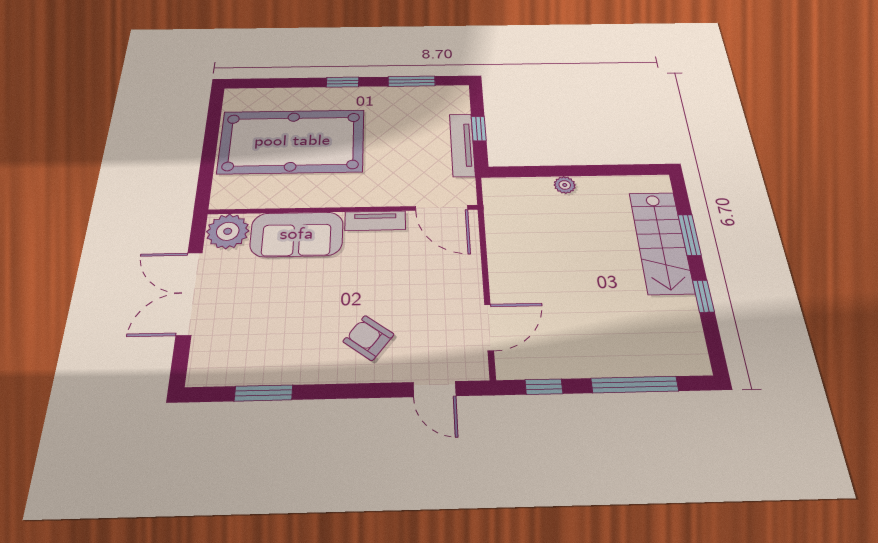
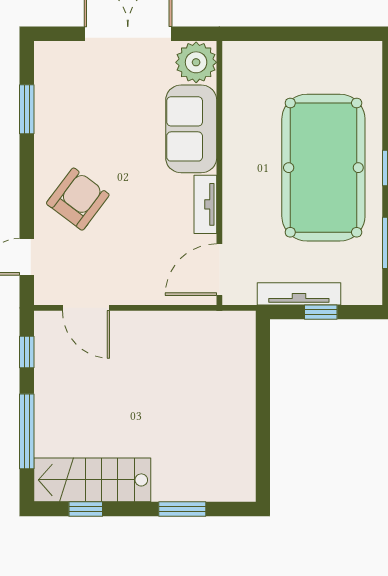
pool table: (292, 141) -> (323, 168), moved
plant: (565, 185) -> (245, 394), removed
stairs: (661, 242) -> (92, 480), moved
window: (703, 296) -> (86, 509), moved
armchair: (368, 338) -> (78, 199), width x1.38, depth x1.38

